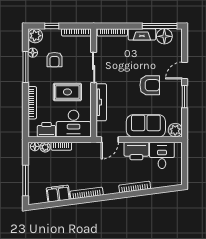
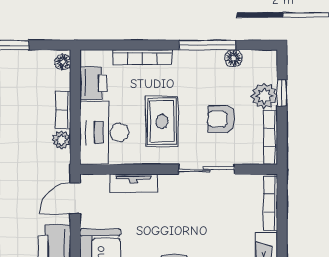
plant: (35, 36) -> (264, 96), moved
armchair: (54, 60) -> (221, 119), moved
tv unit: (101, 102) -> (133, 183), width x0.71
door: (110, 140) -> (75, 198), hinge flipped
plant: (45, 147) -> (61, 140), moved

